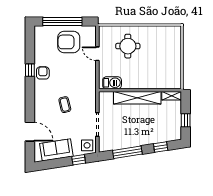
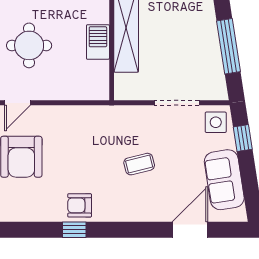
door: (97, 54) -> (18, 103), moved
barbecue: (112, 83) -> (98, 42), moved

